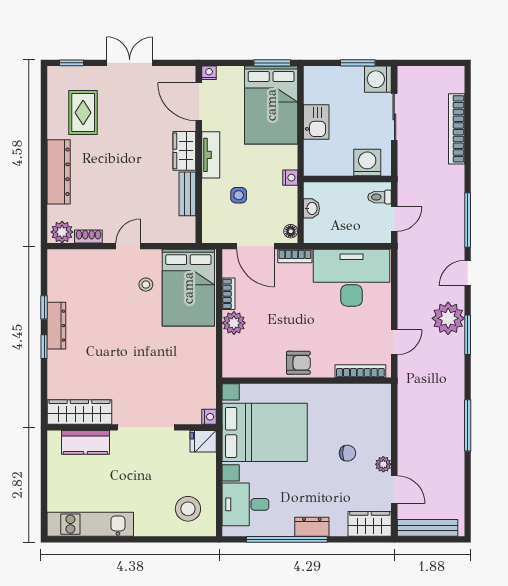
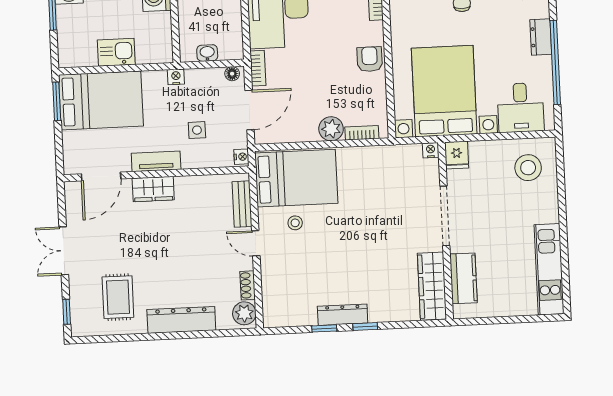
nightstand: (209, 73) -> (241, 157), moved, turned 180
rug: (83, 113) -> (118, 297), turned 90
bench: (187, 194) -> (242, 204), moved, turned 90
bookcase: (229, 294) -> (362, 133), moved

